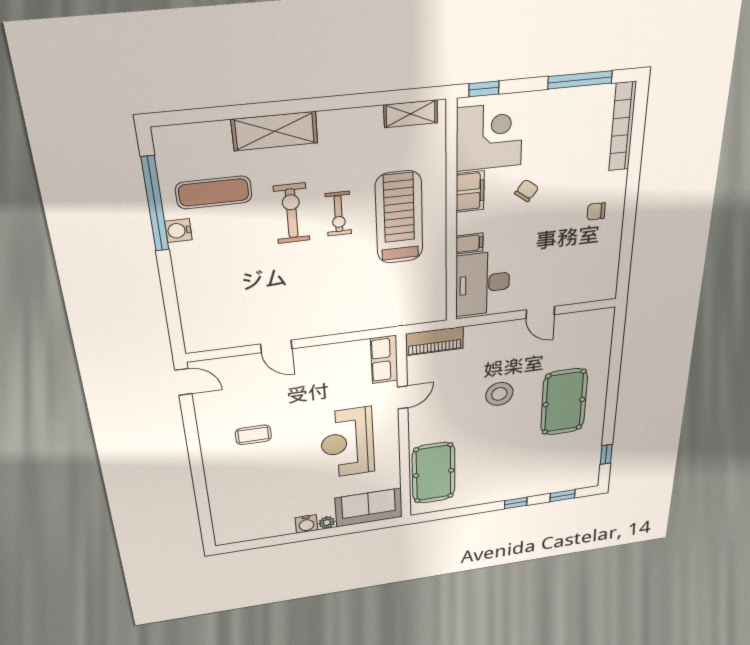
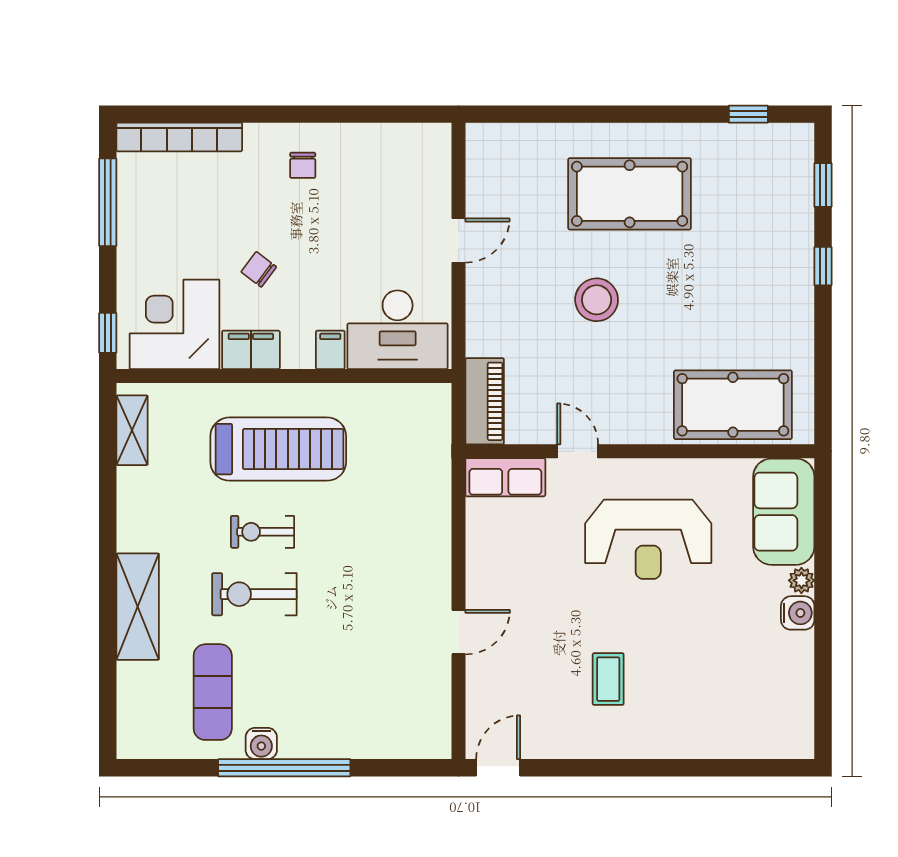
window: (155, 204) -> (284, 768), moved
exercise bike: (338, 214) -> (262, 532), turned 180
treadmill: (399, 218) -> (278, 449), turned 180

